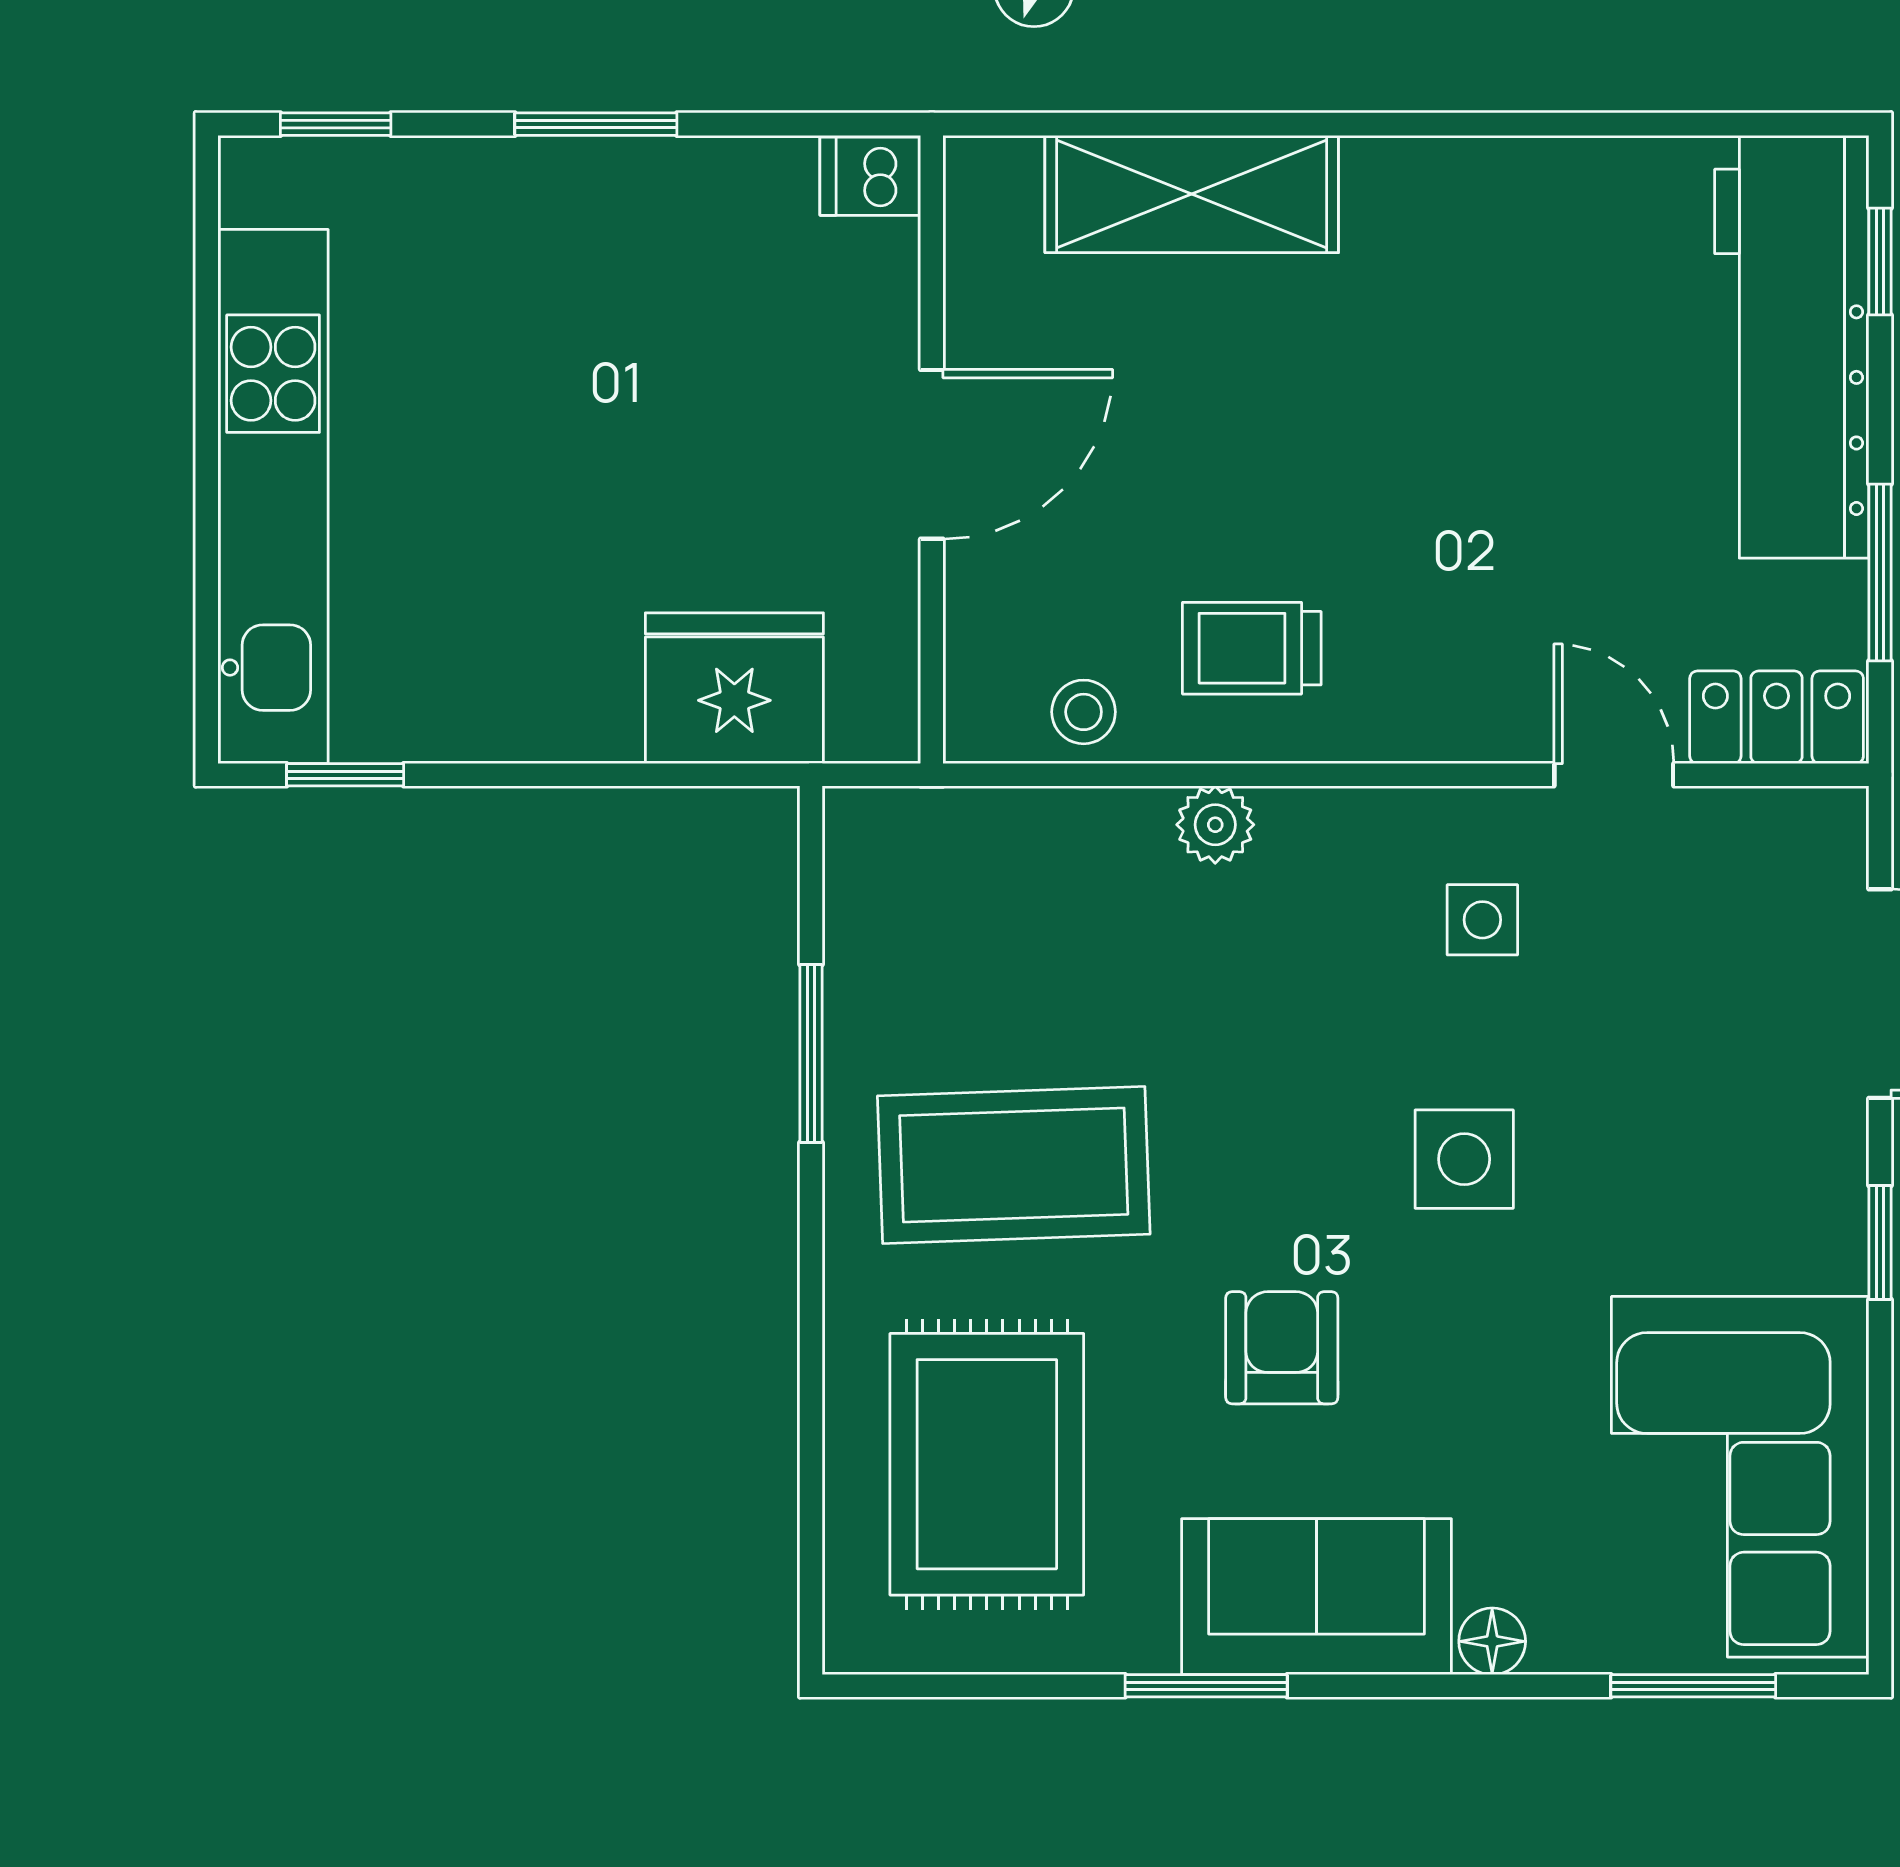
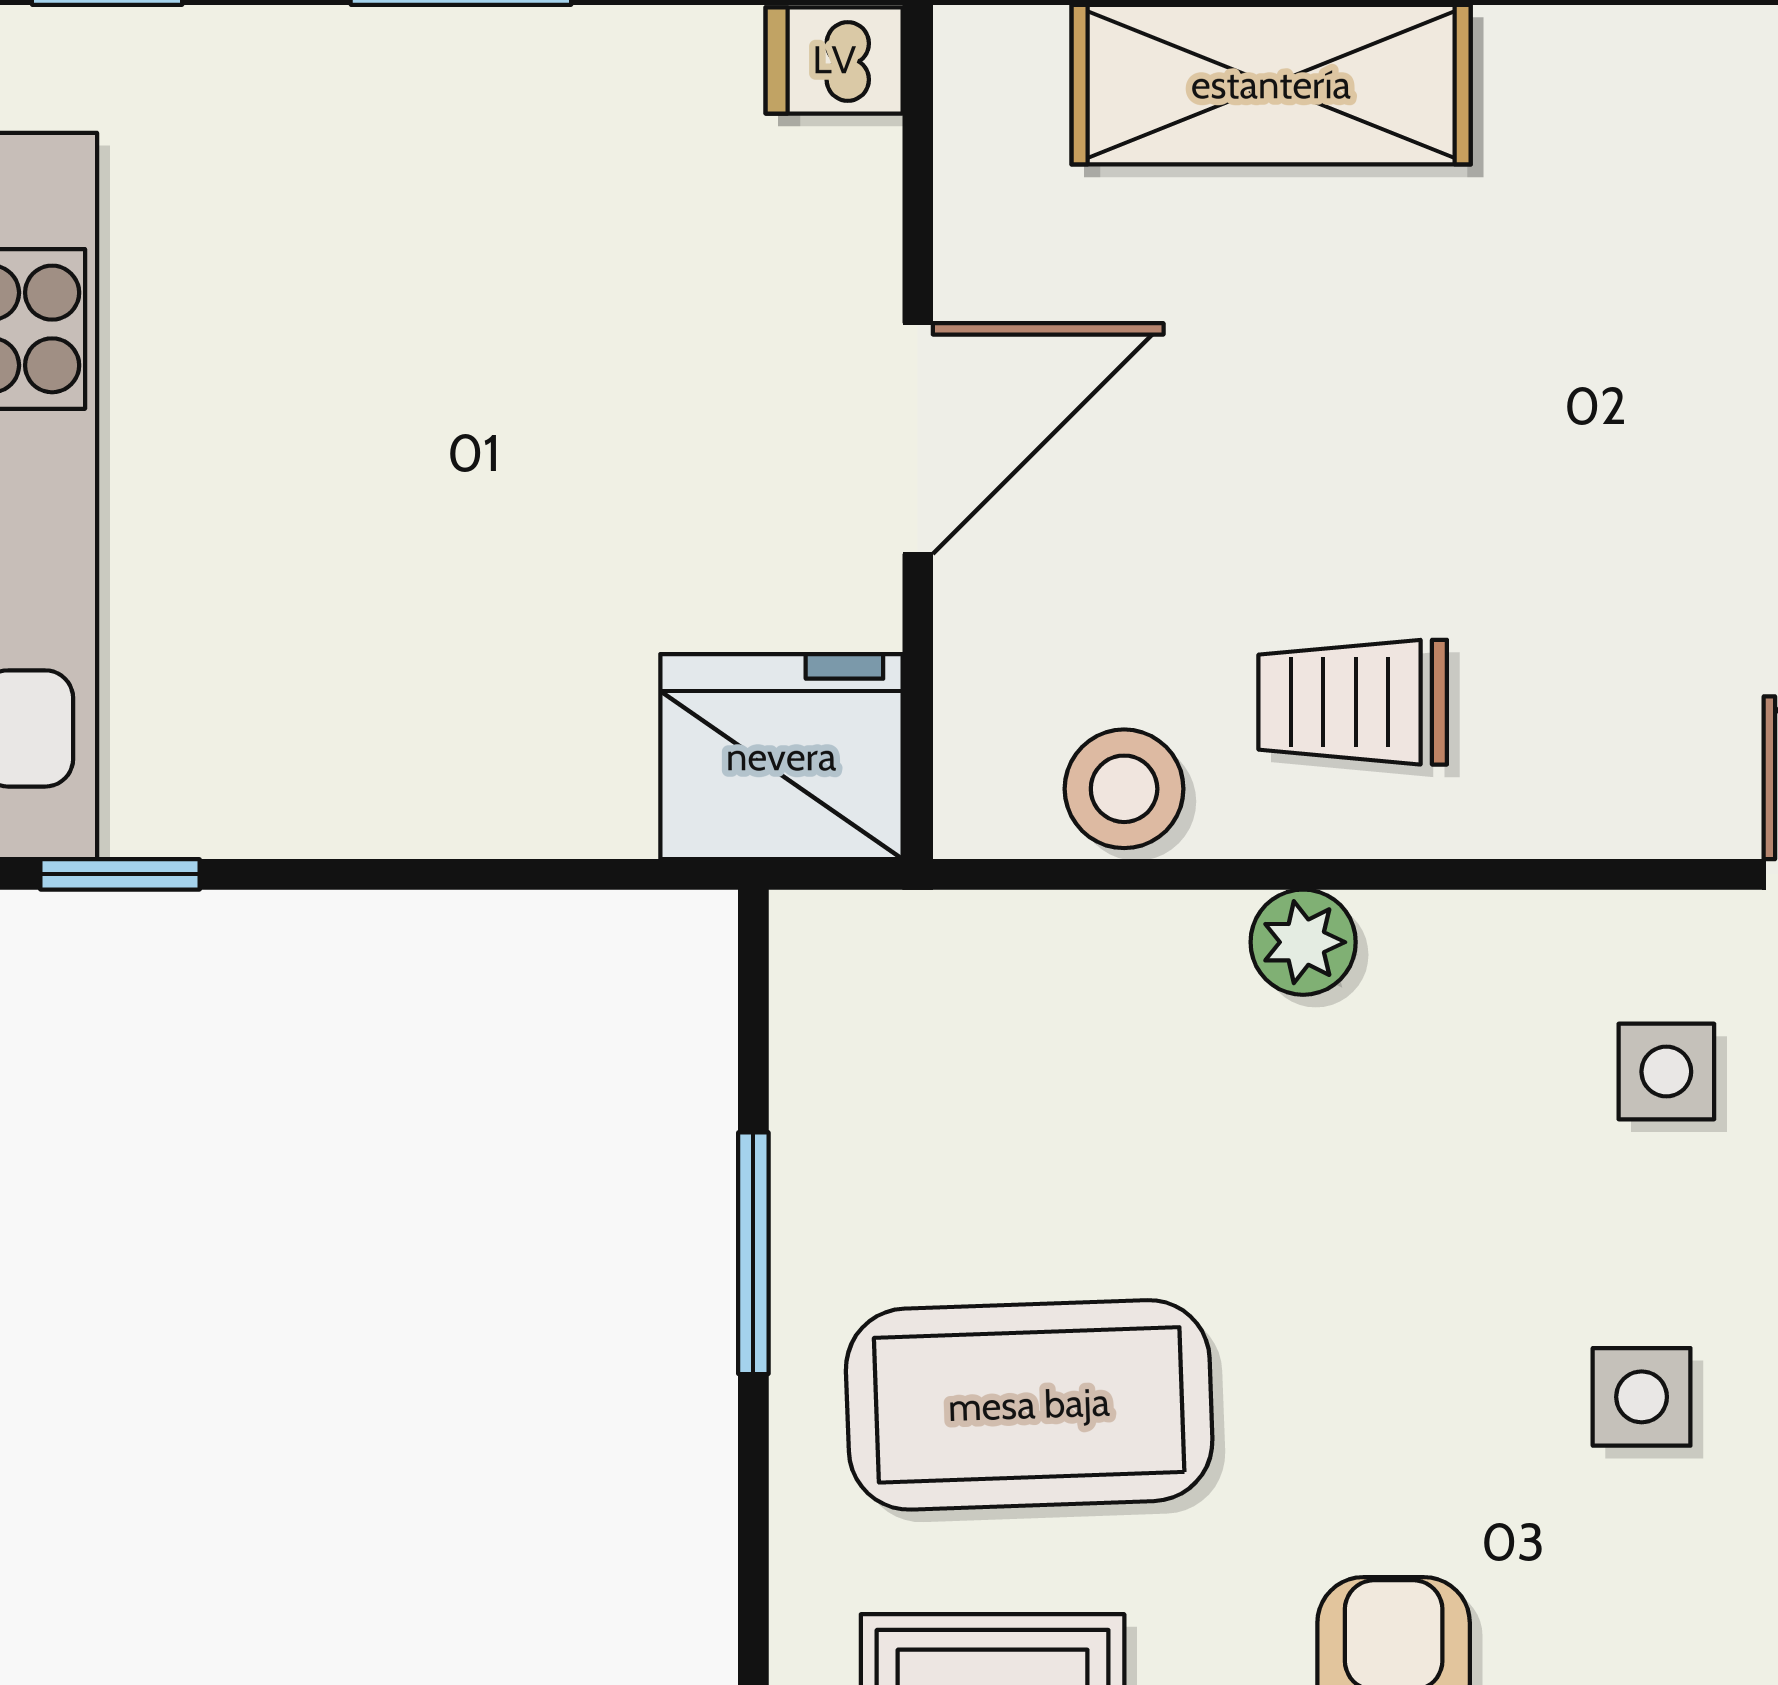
fridge: (734, 688) -> (781, 757), moved
stool: (1084, 712) -> (1124, 789), width x1.37, depth x1.37
side table: (1464, 1159) -> (1642, 1397), width x0.73, depth x0.73

